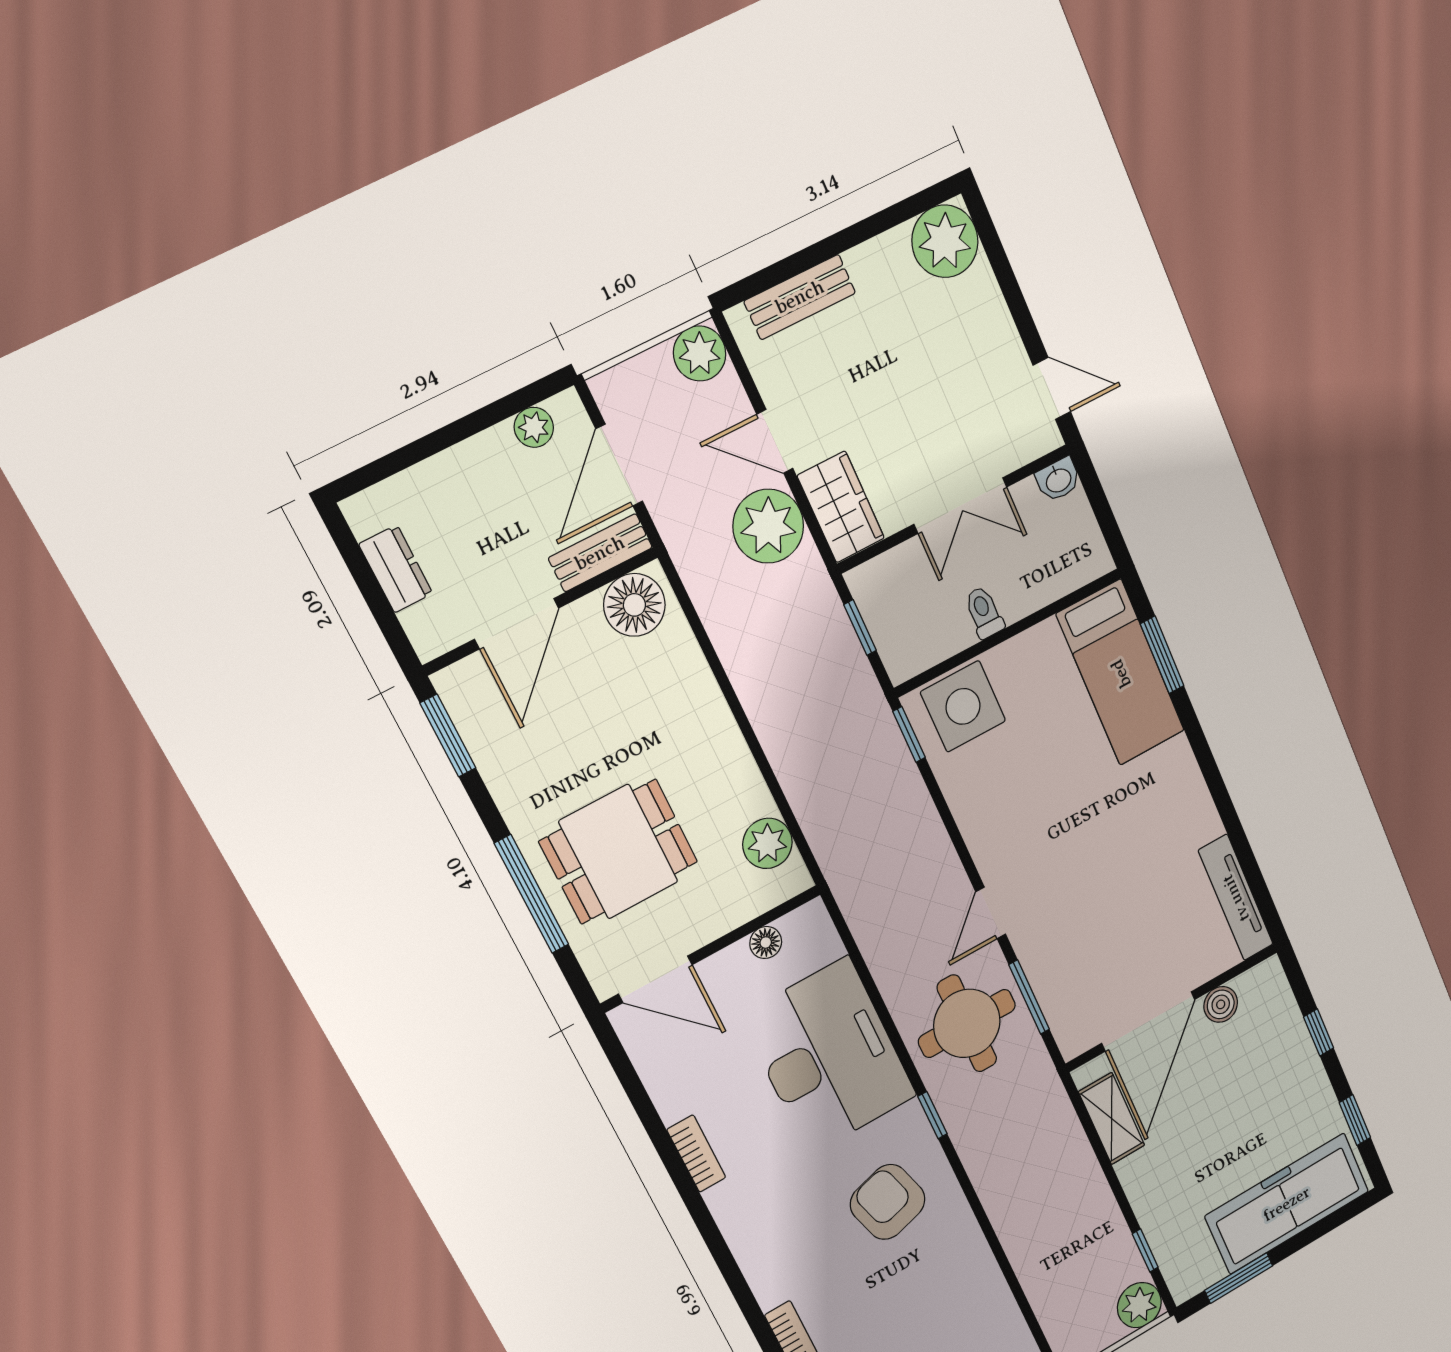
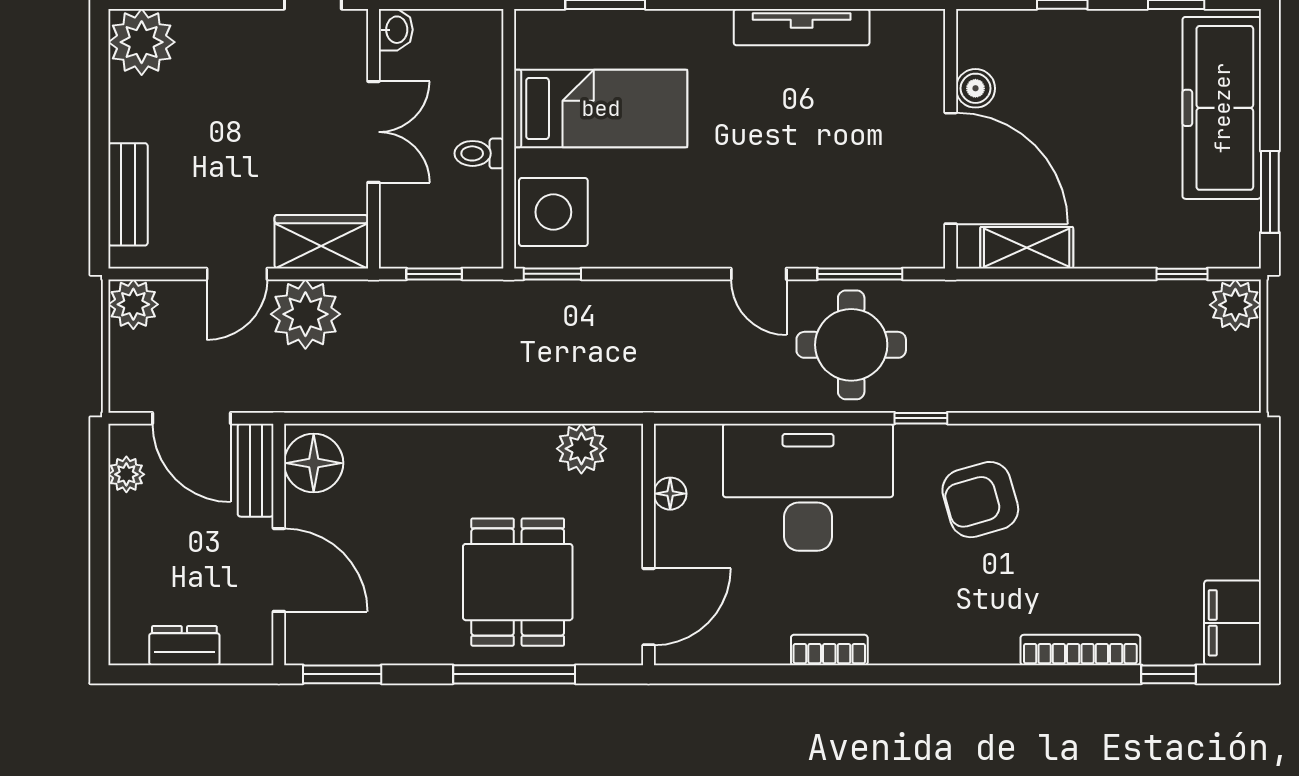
bed: (1121, 673) -> (601, 108), moved
tv unit: (1236, 898) -> (802, 27), moved

